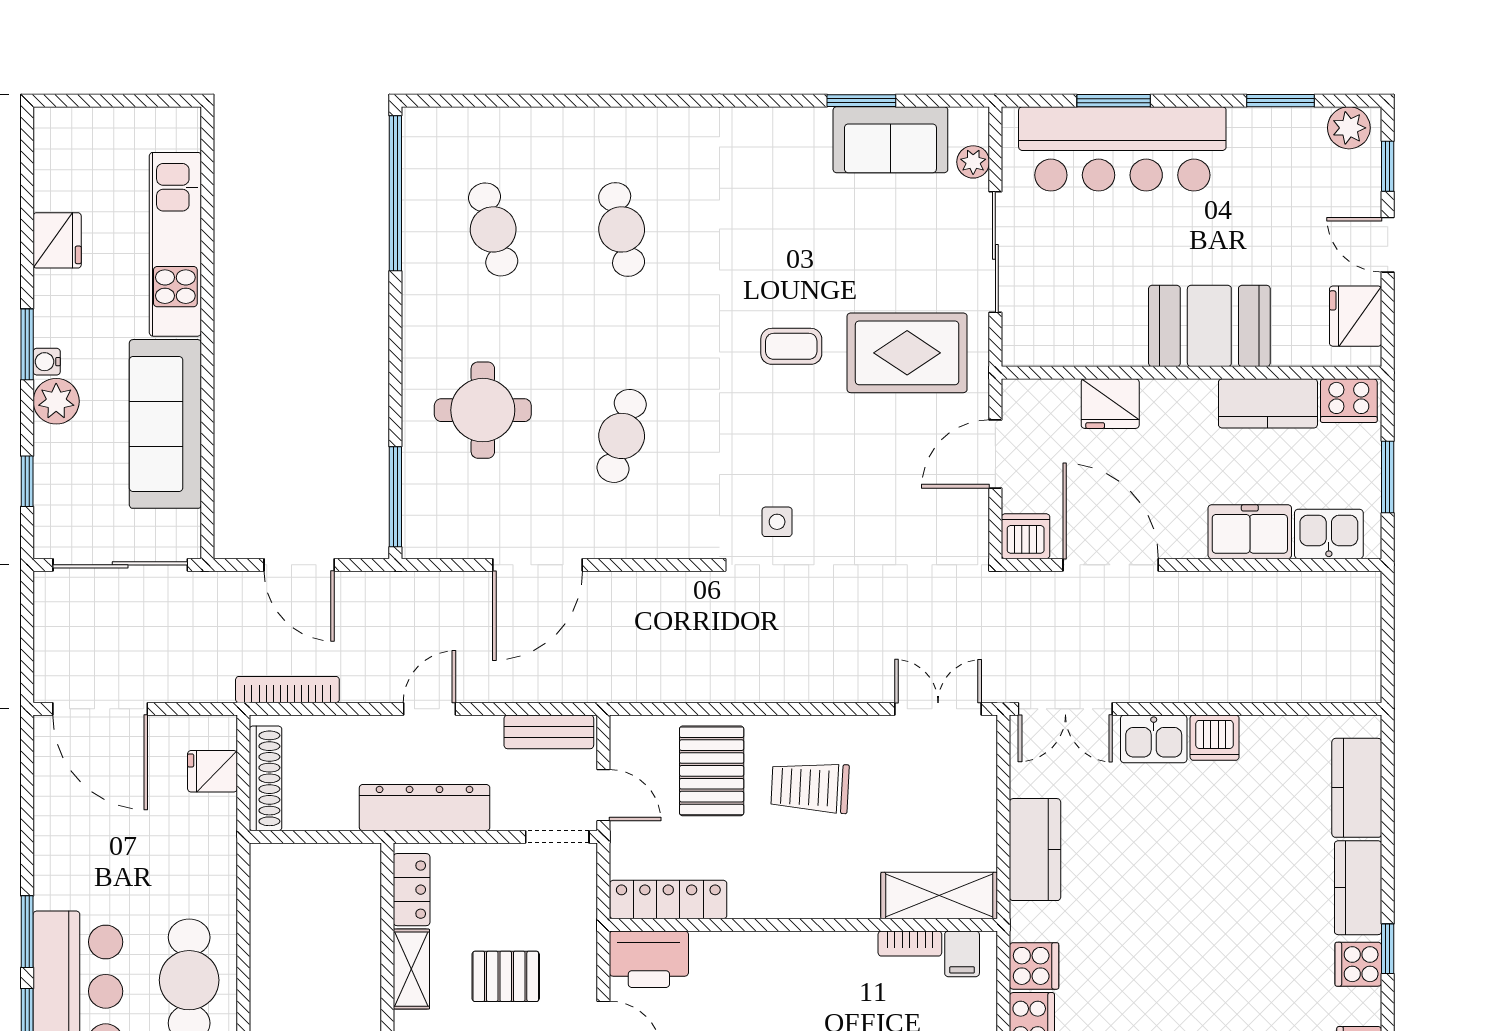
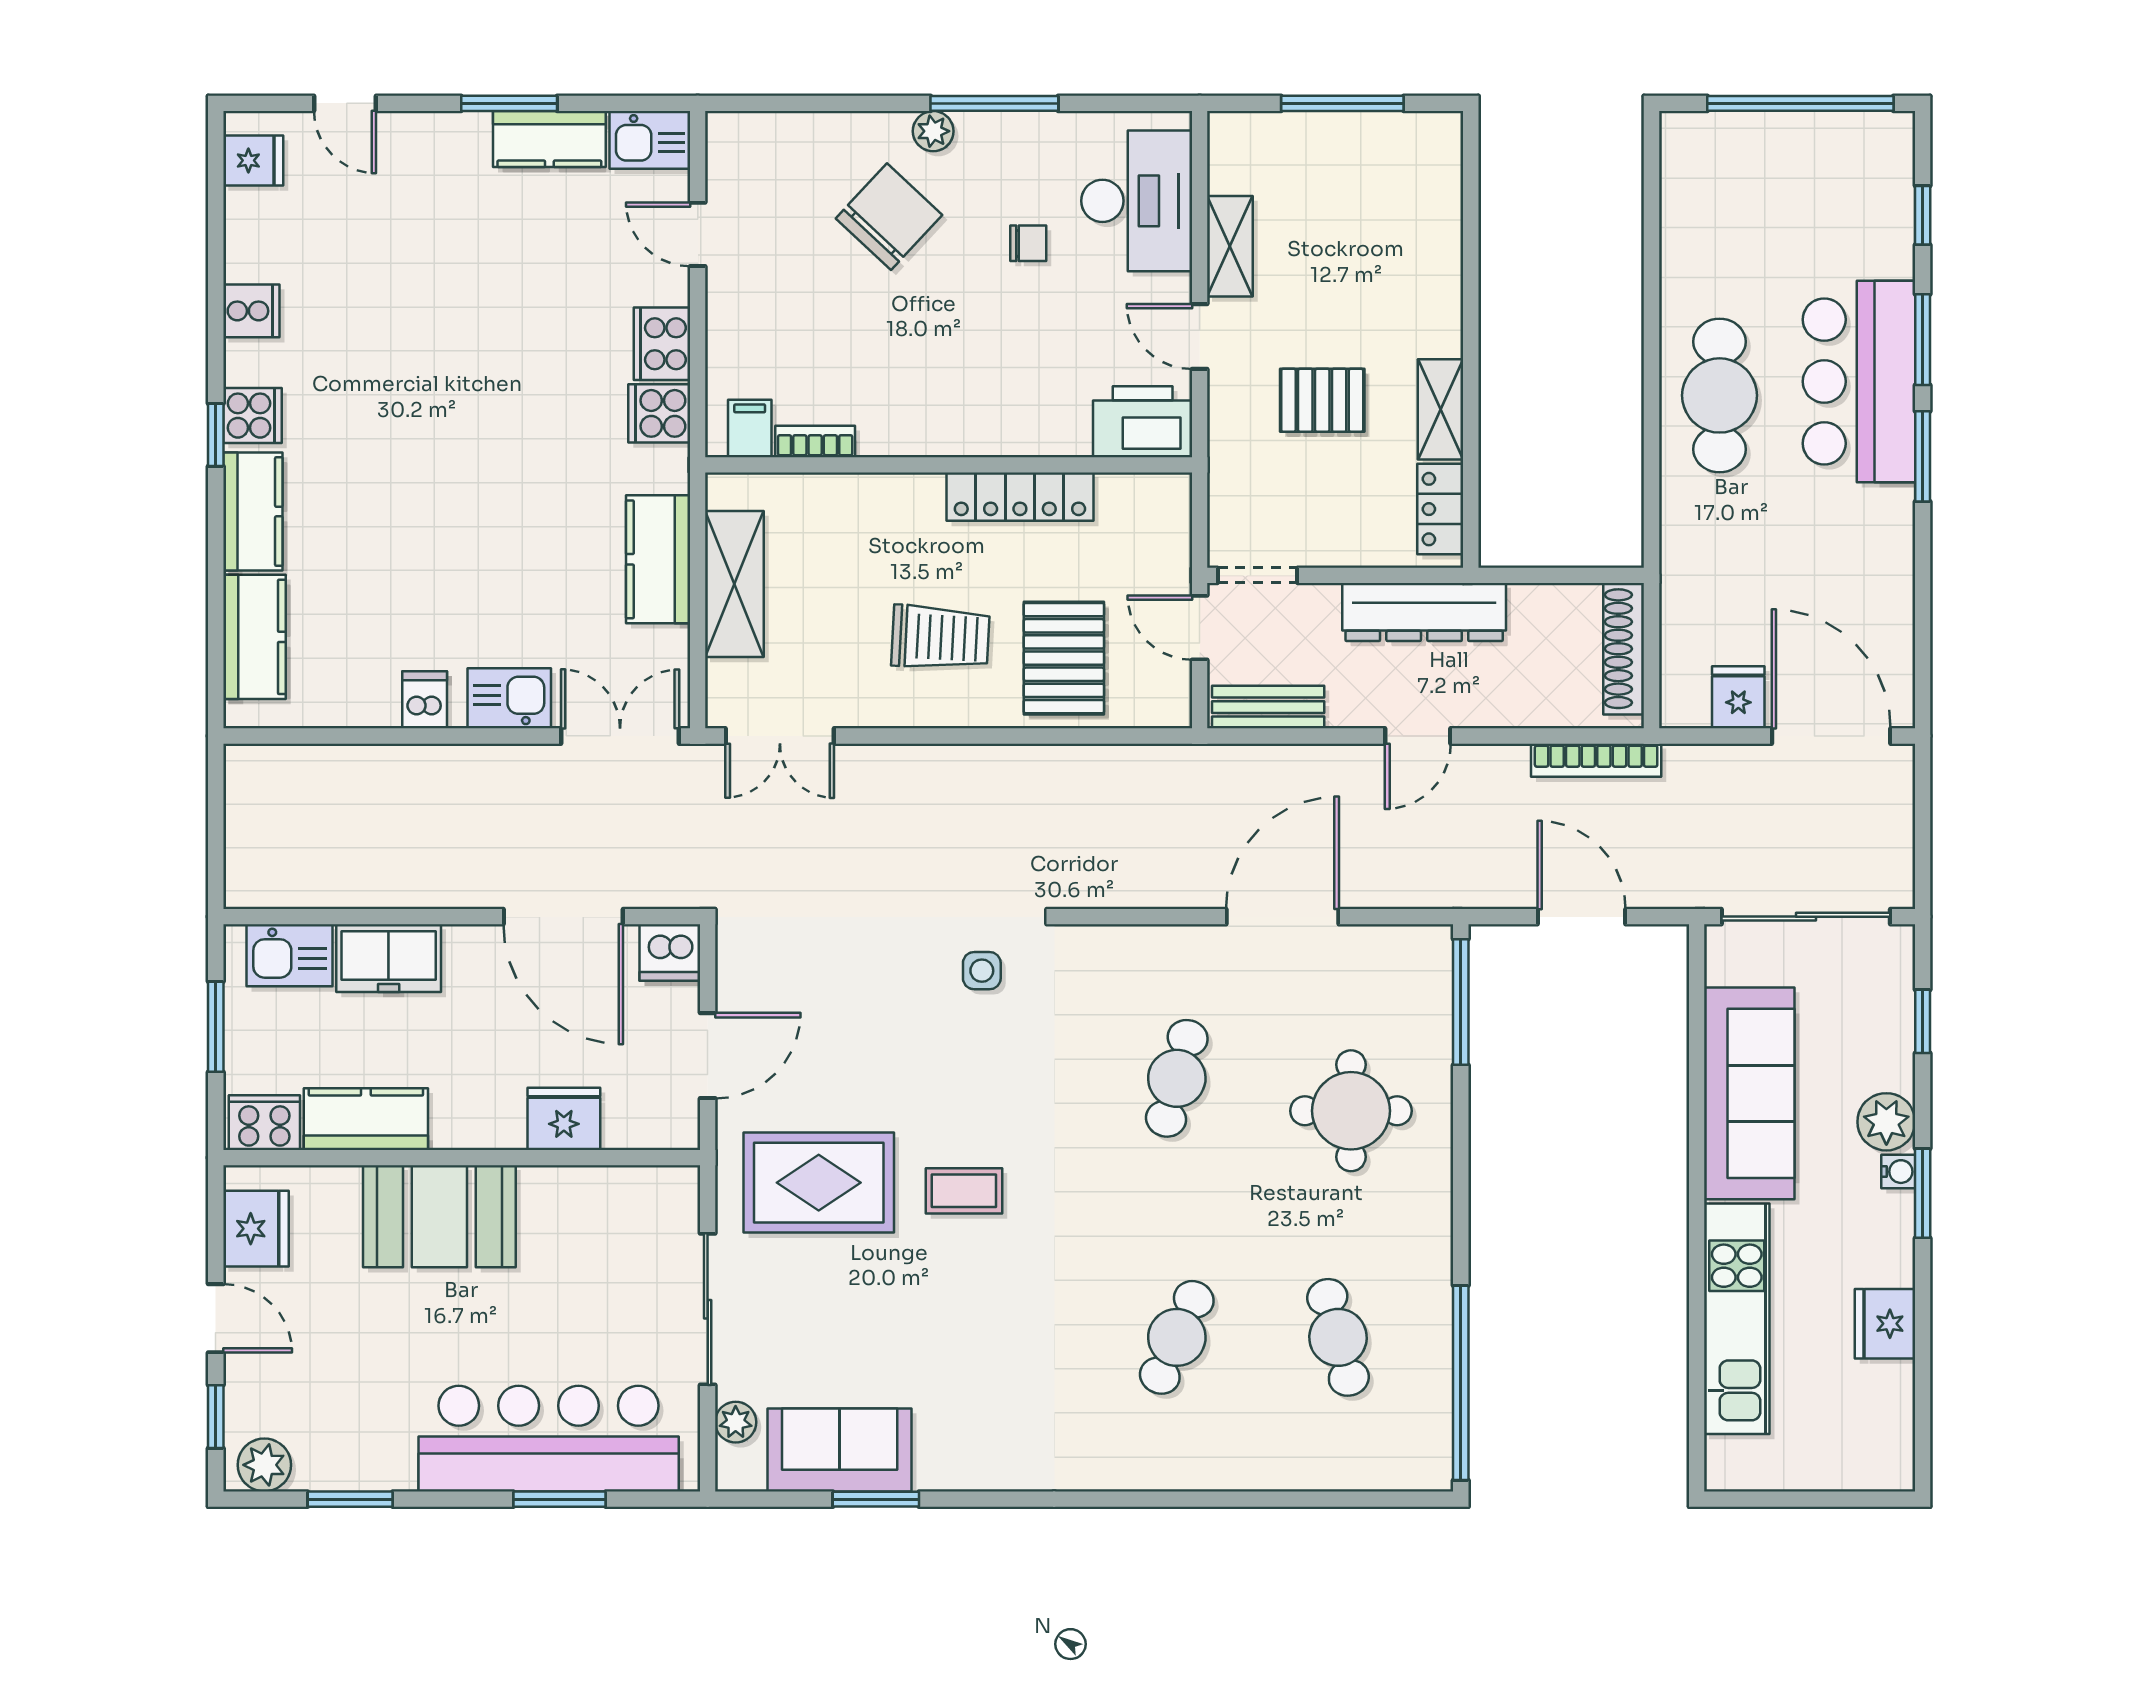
cafe table: (622, 229) -> (1177, 1337), turned 36
dishwasher: (1215, 738) -> (425, 700), width x0.73
fridge: (212, 771) -> (1738, 697), moved, turned -90
shelving: (939, 896) -> (734, 584), moved, turned 90
locker: (668, 900) -> (1020, 497), moved

